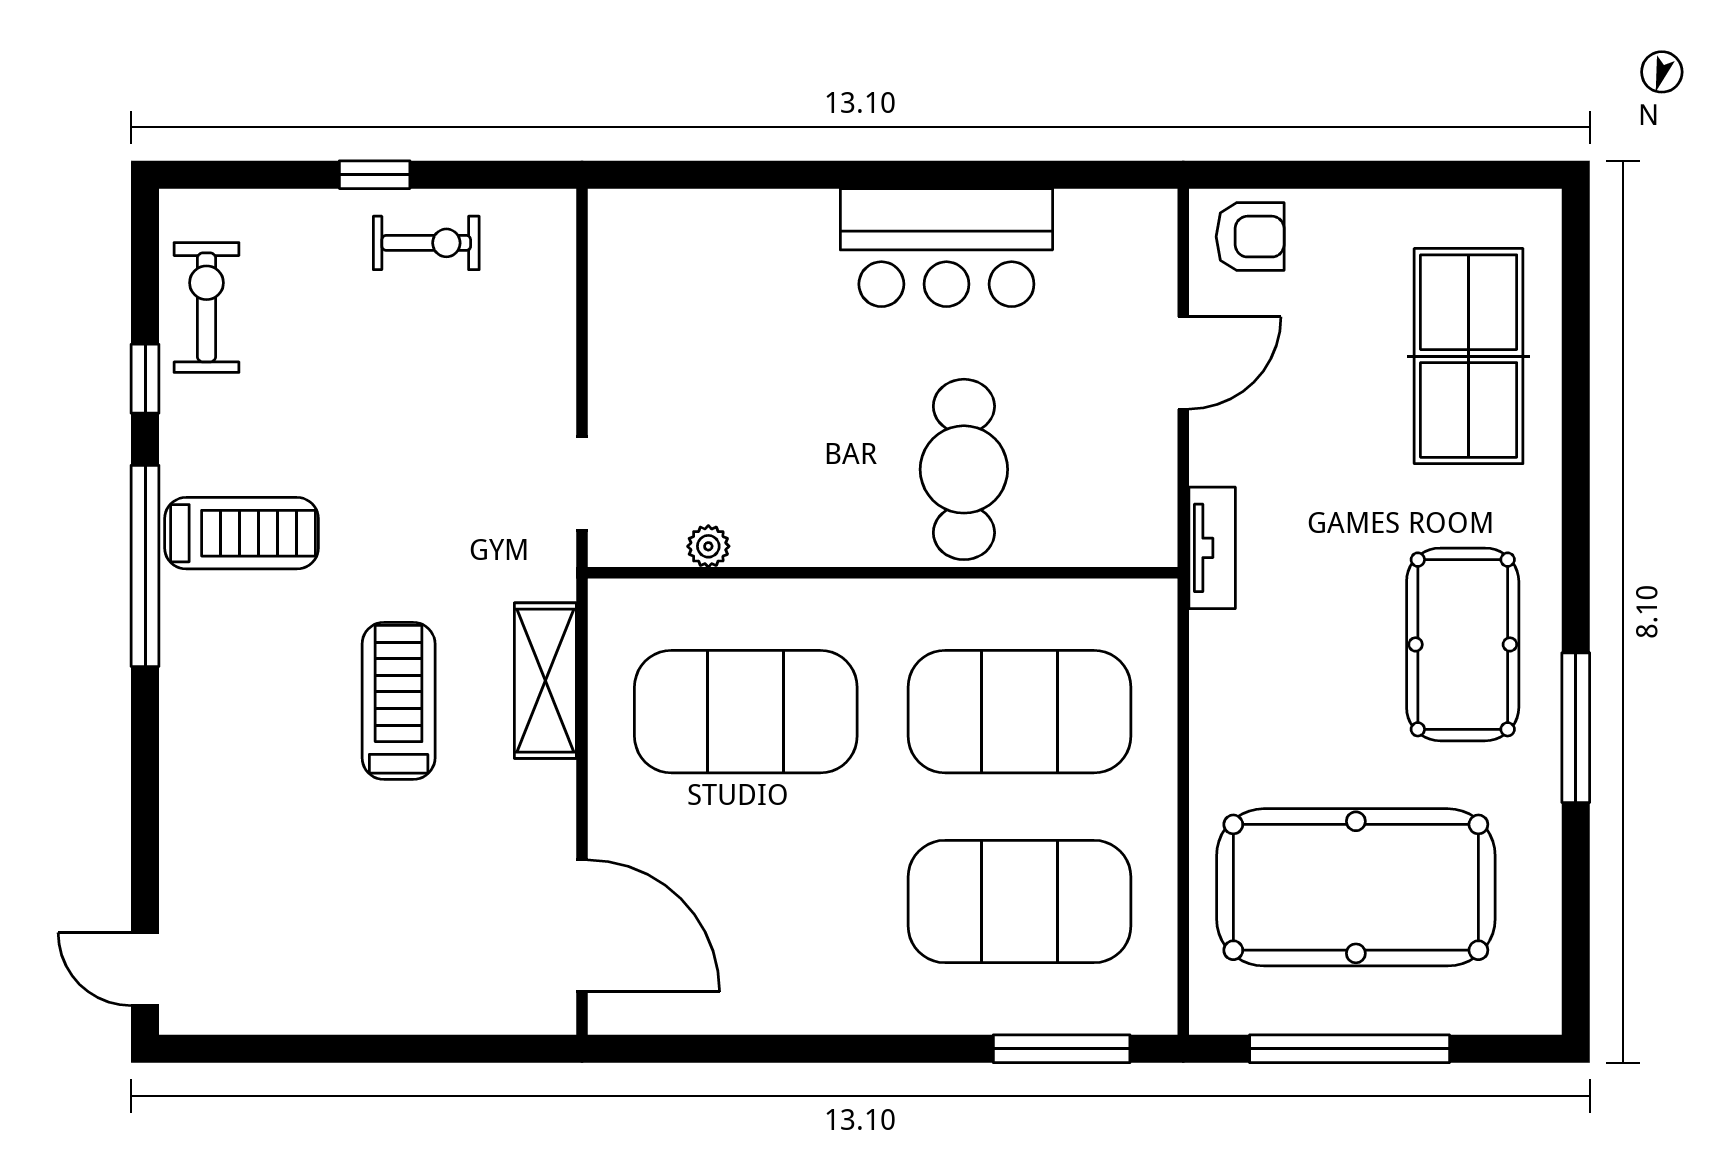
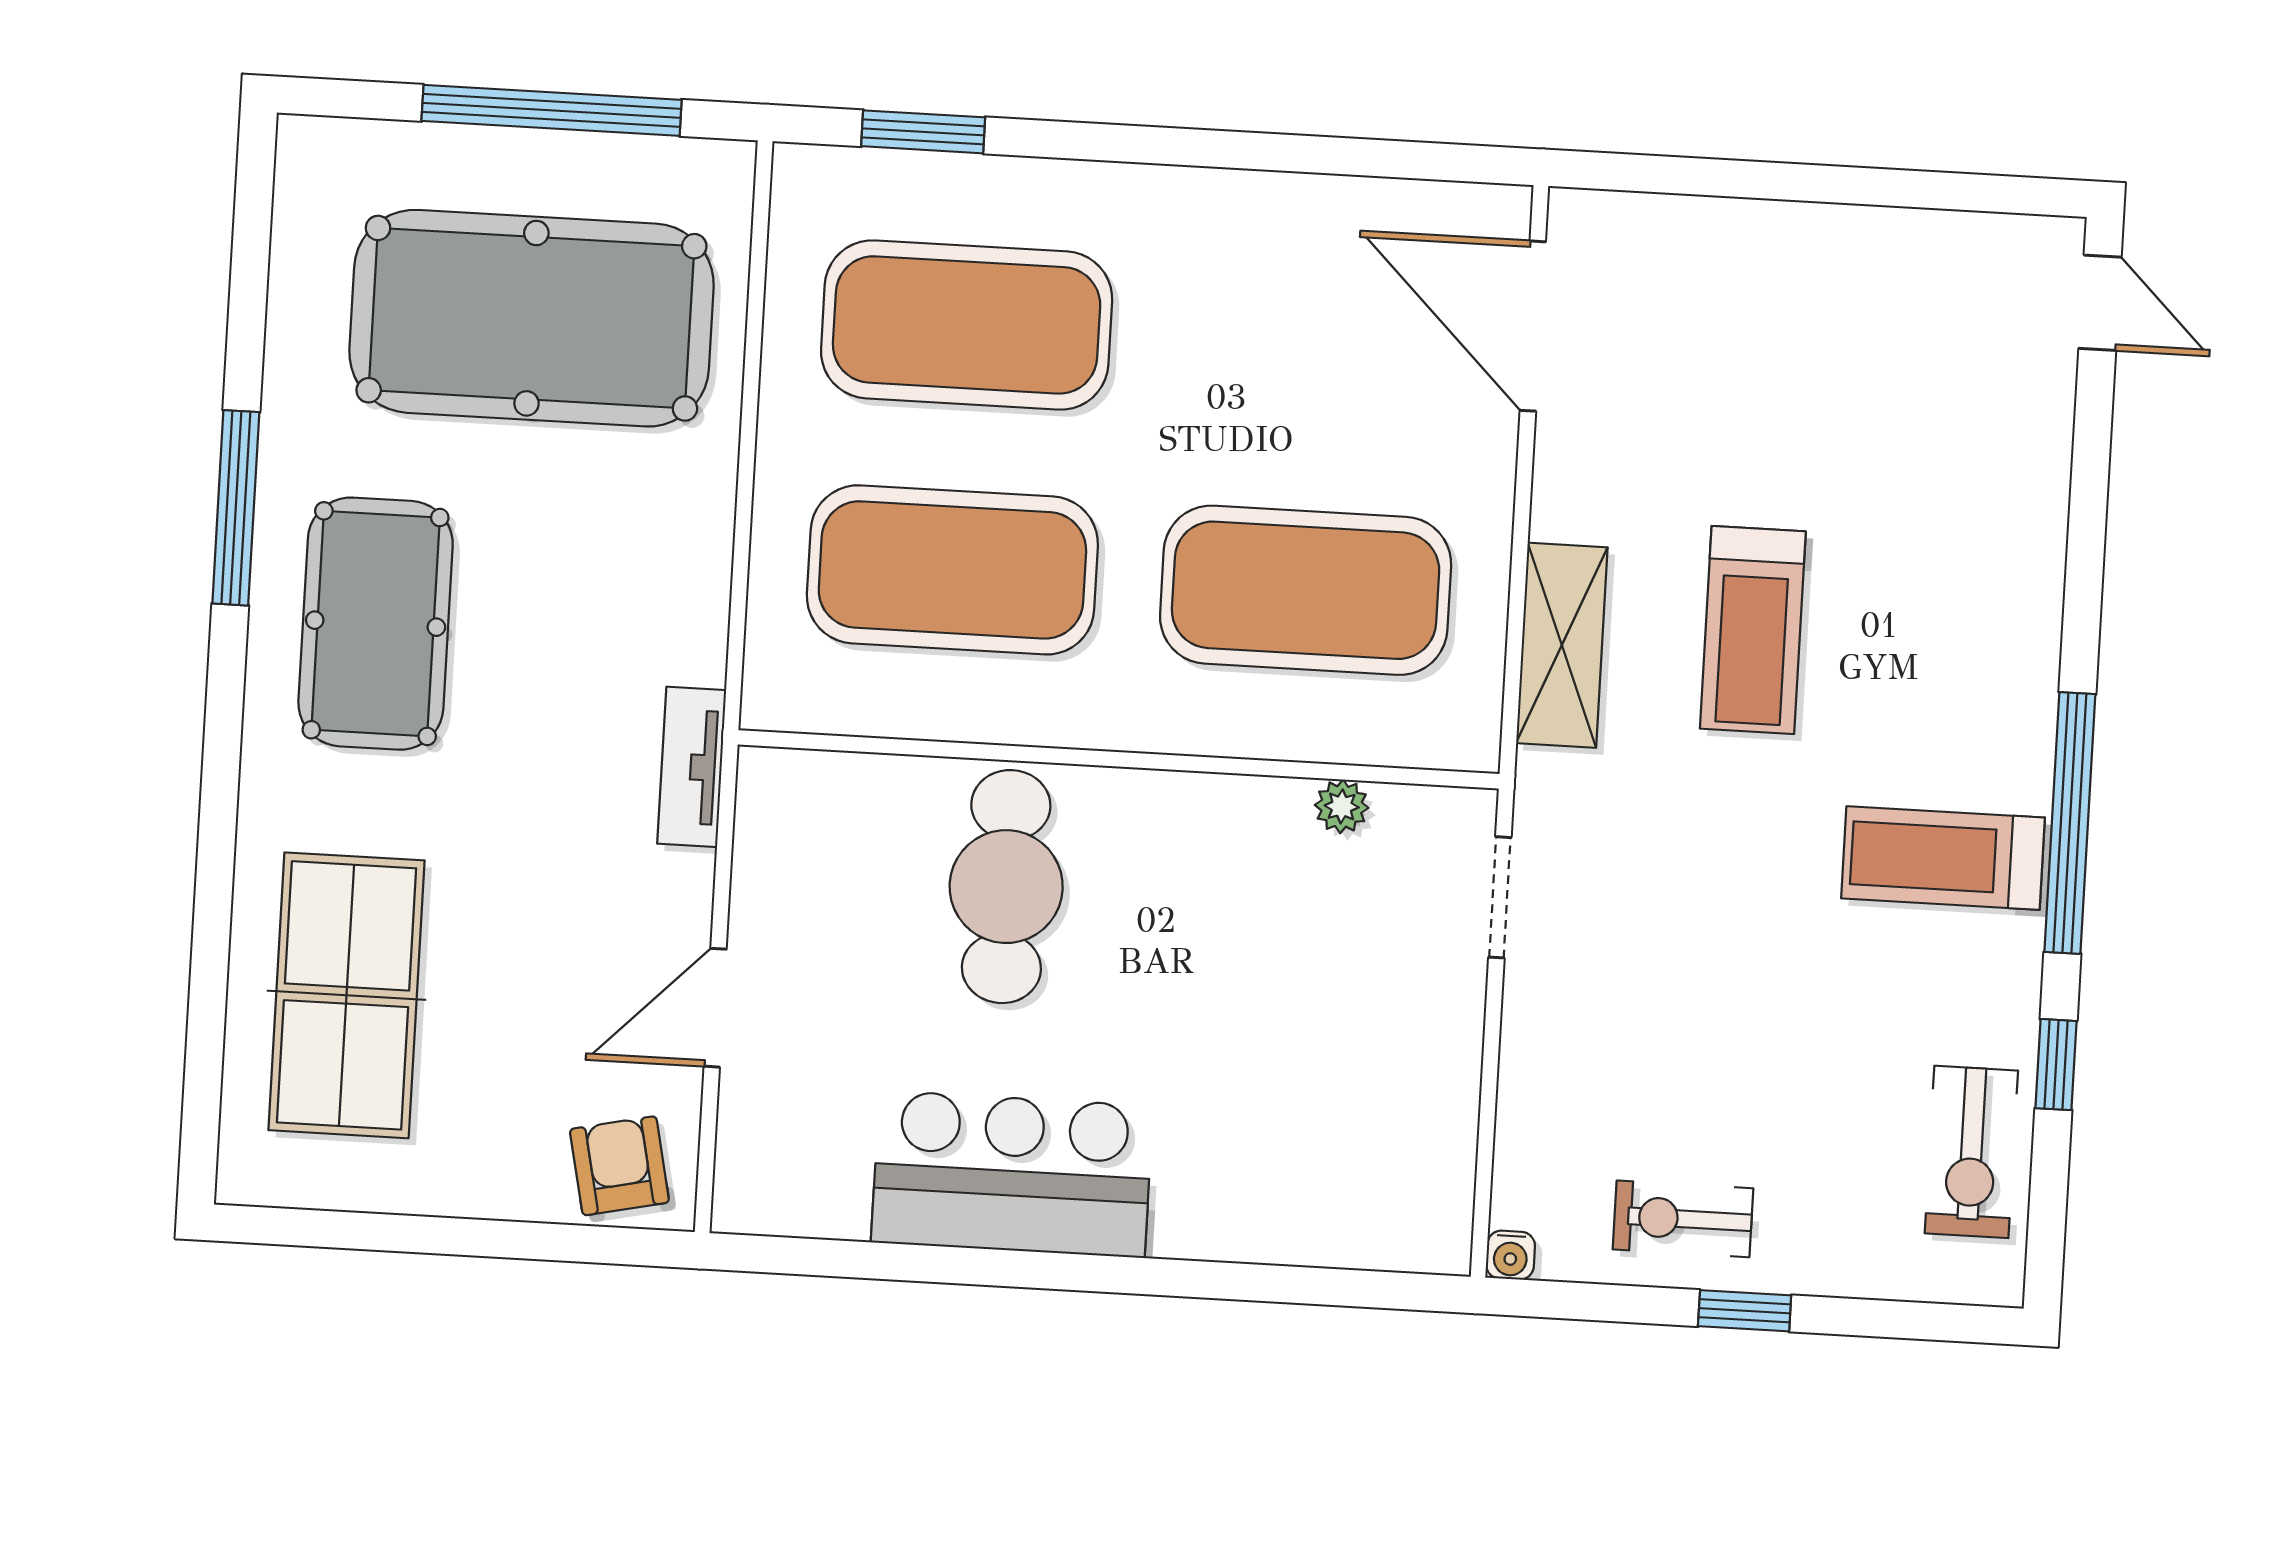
water cooler: (558, 207) -> (1510, 1255), added
armchair: (1250, 237) -> (619, 1166), turned 78
window: (1062, 1049) -> (923, 132), width x0.69

